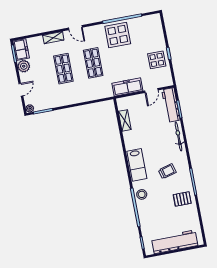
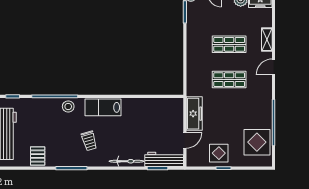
display table: (118, 35) -> (257, 142), moved
door: (151, 91) -> (185, 140), swing flipped
shelving: (125, 120) -> (157, 103), removed
pallet: (182, 199) -> (38, 156), moved

